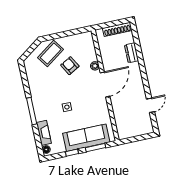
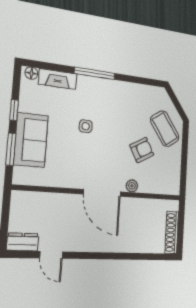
dresser: (132, 53) -> (23, 242), moved
sofa: (86, 138) -> (31, 140), width x0.73

